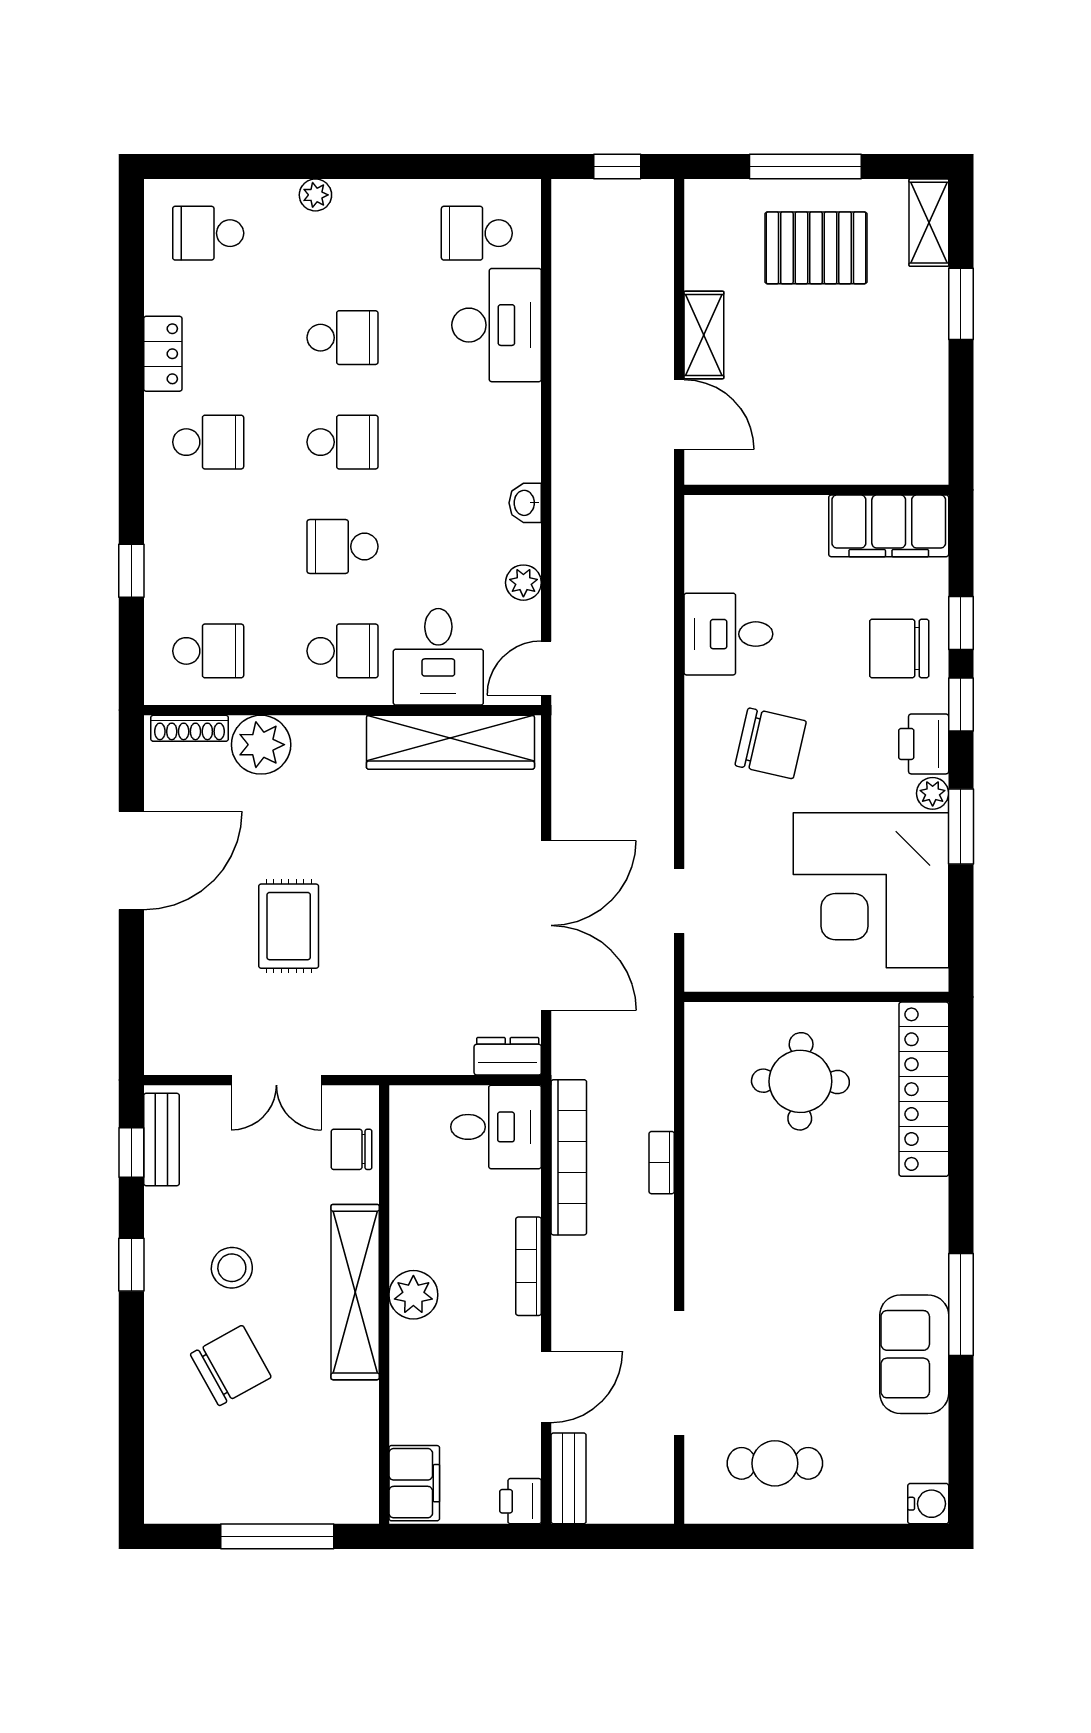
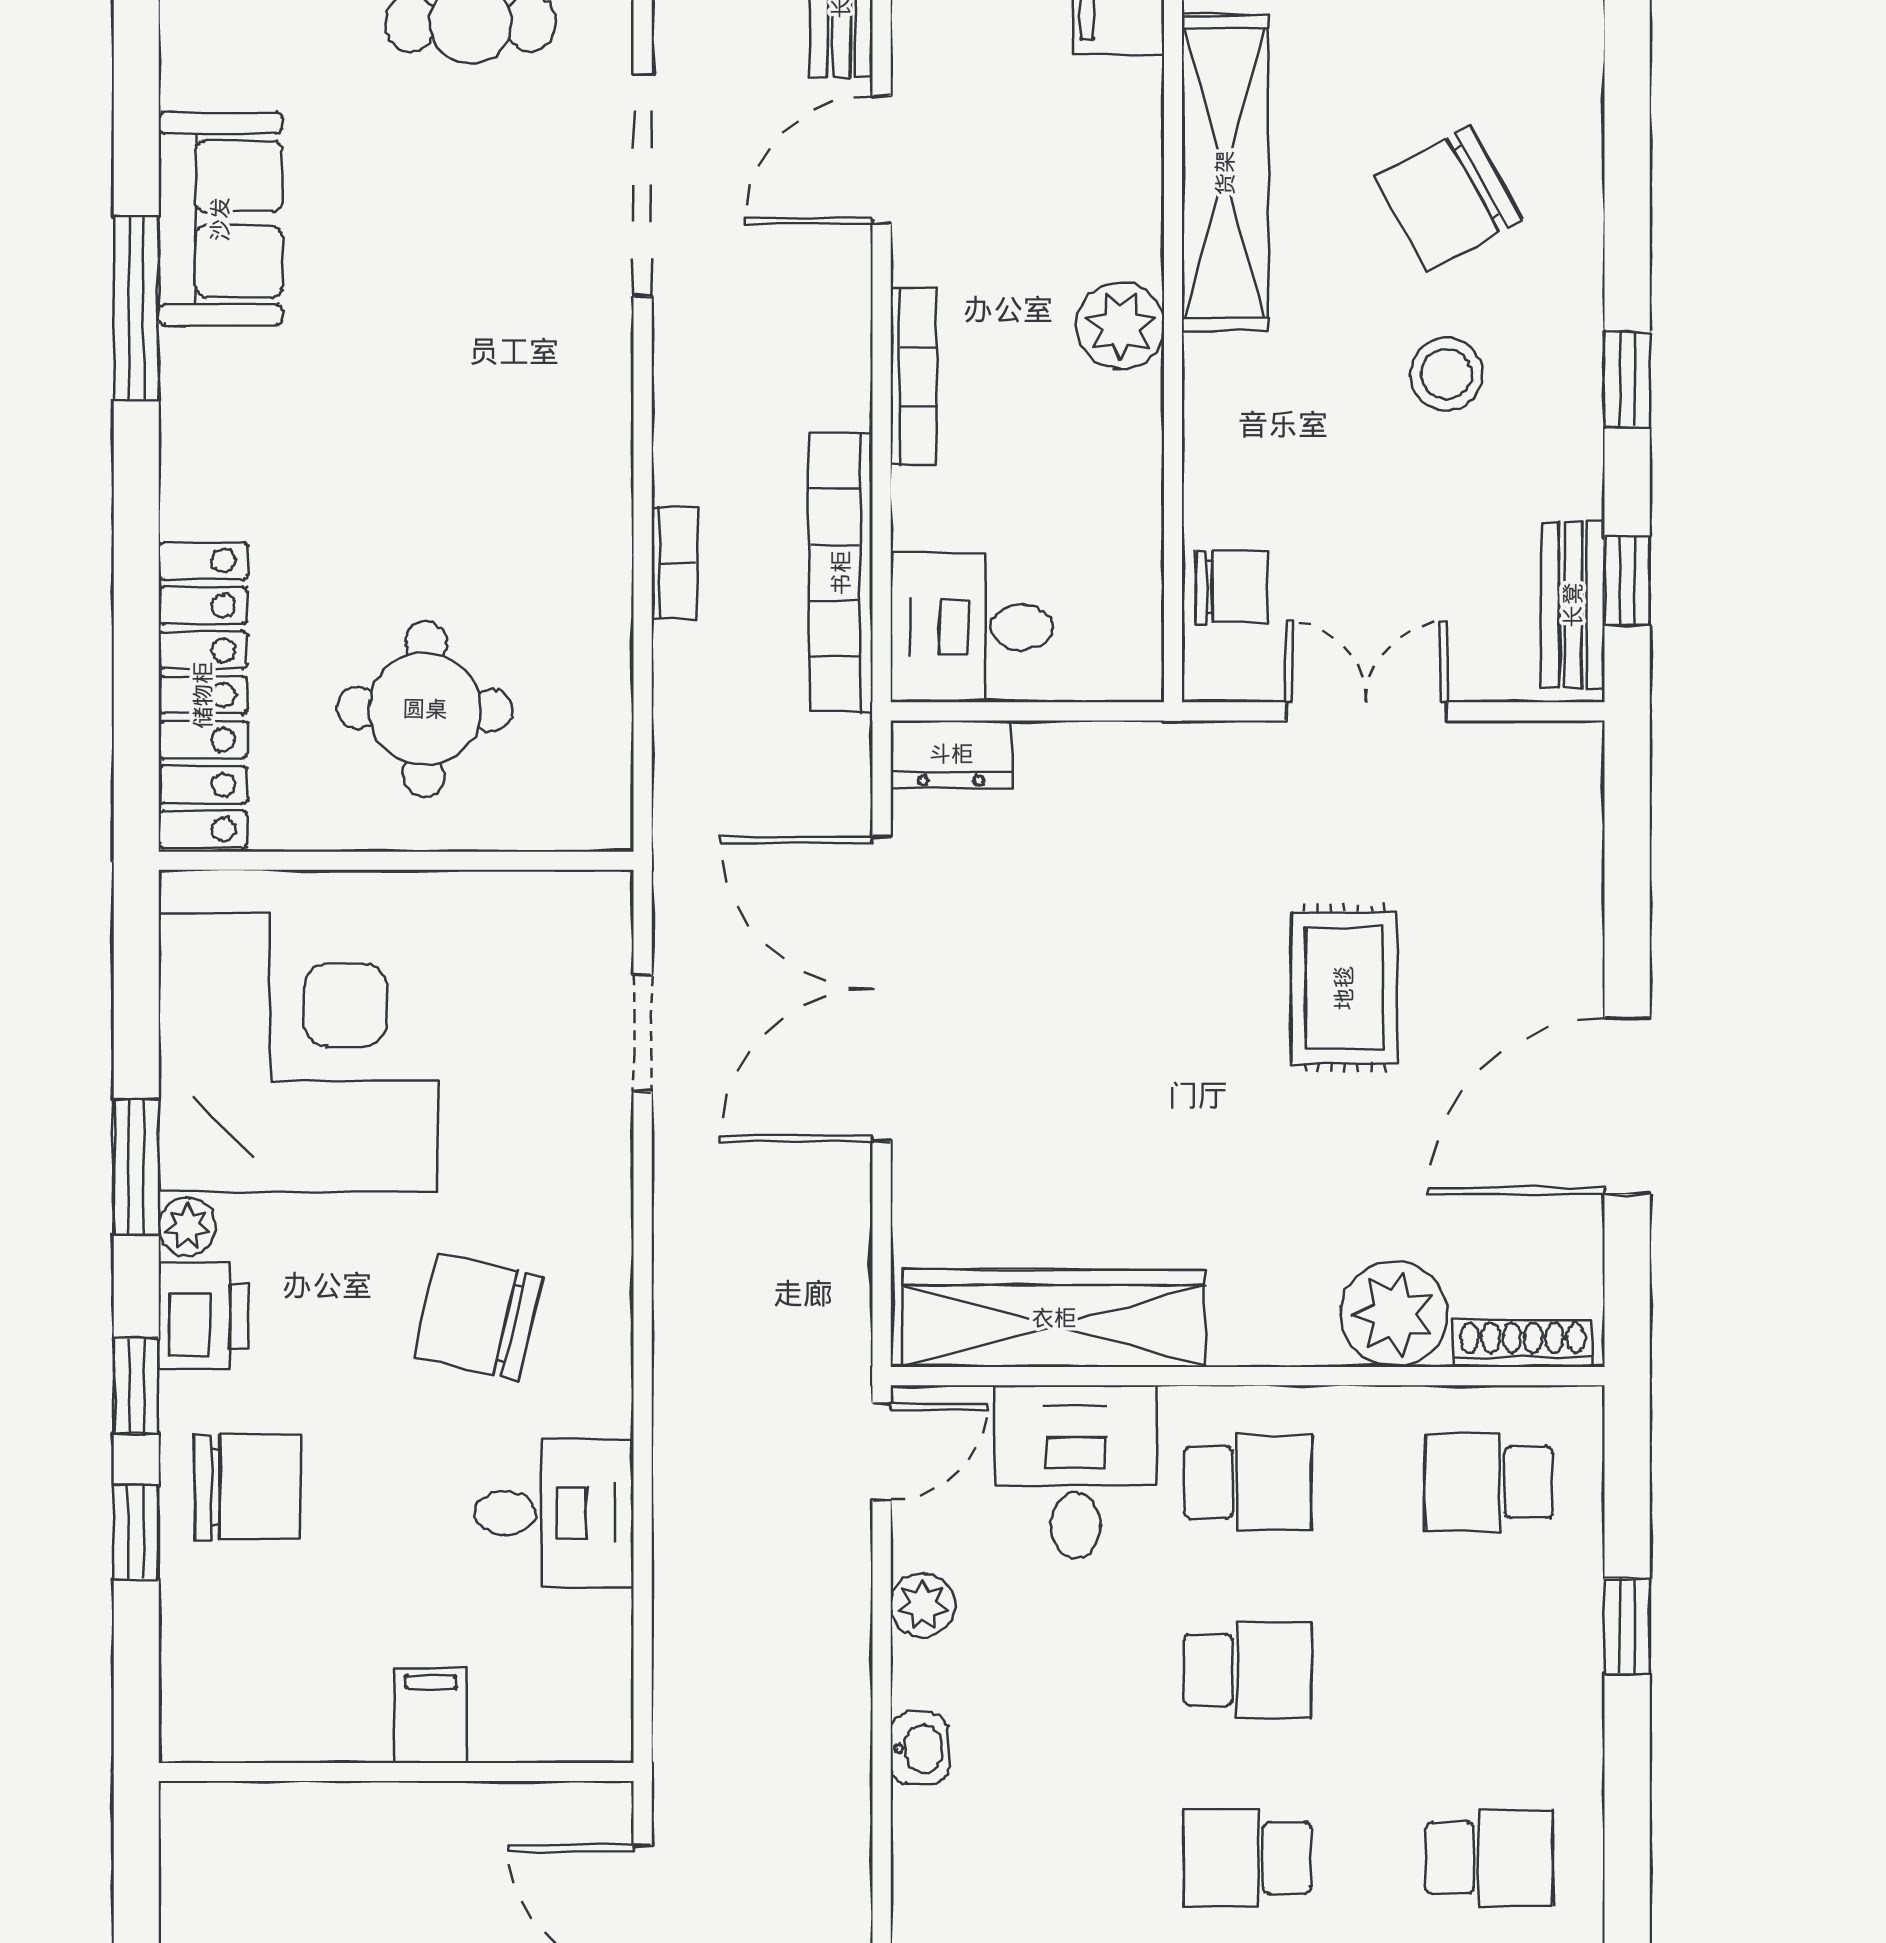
school desk: (208, 442) -> (1489, 1858), turned 180
filing cabinet: (889, 526) -> (431, 1715), moved, width x0.33, depth x0.86
school desk: (342, 651) -> (1248, 1482), turned 180
shelving: (355, 1292) -> (1225, 173), moved

